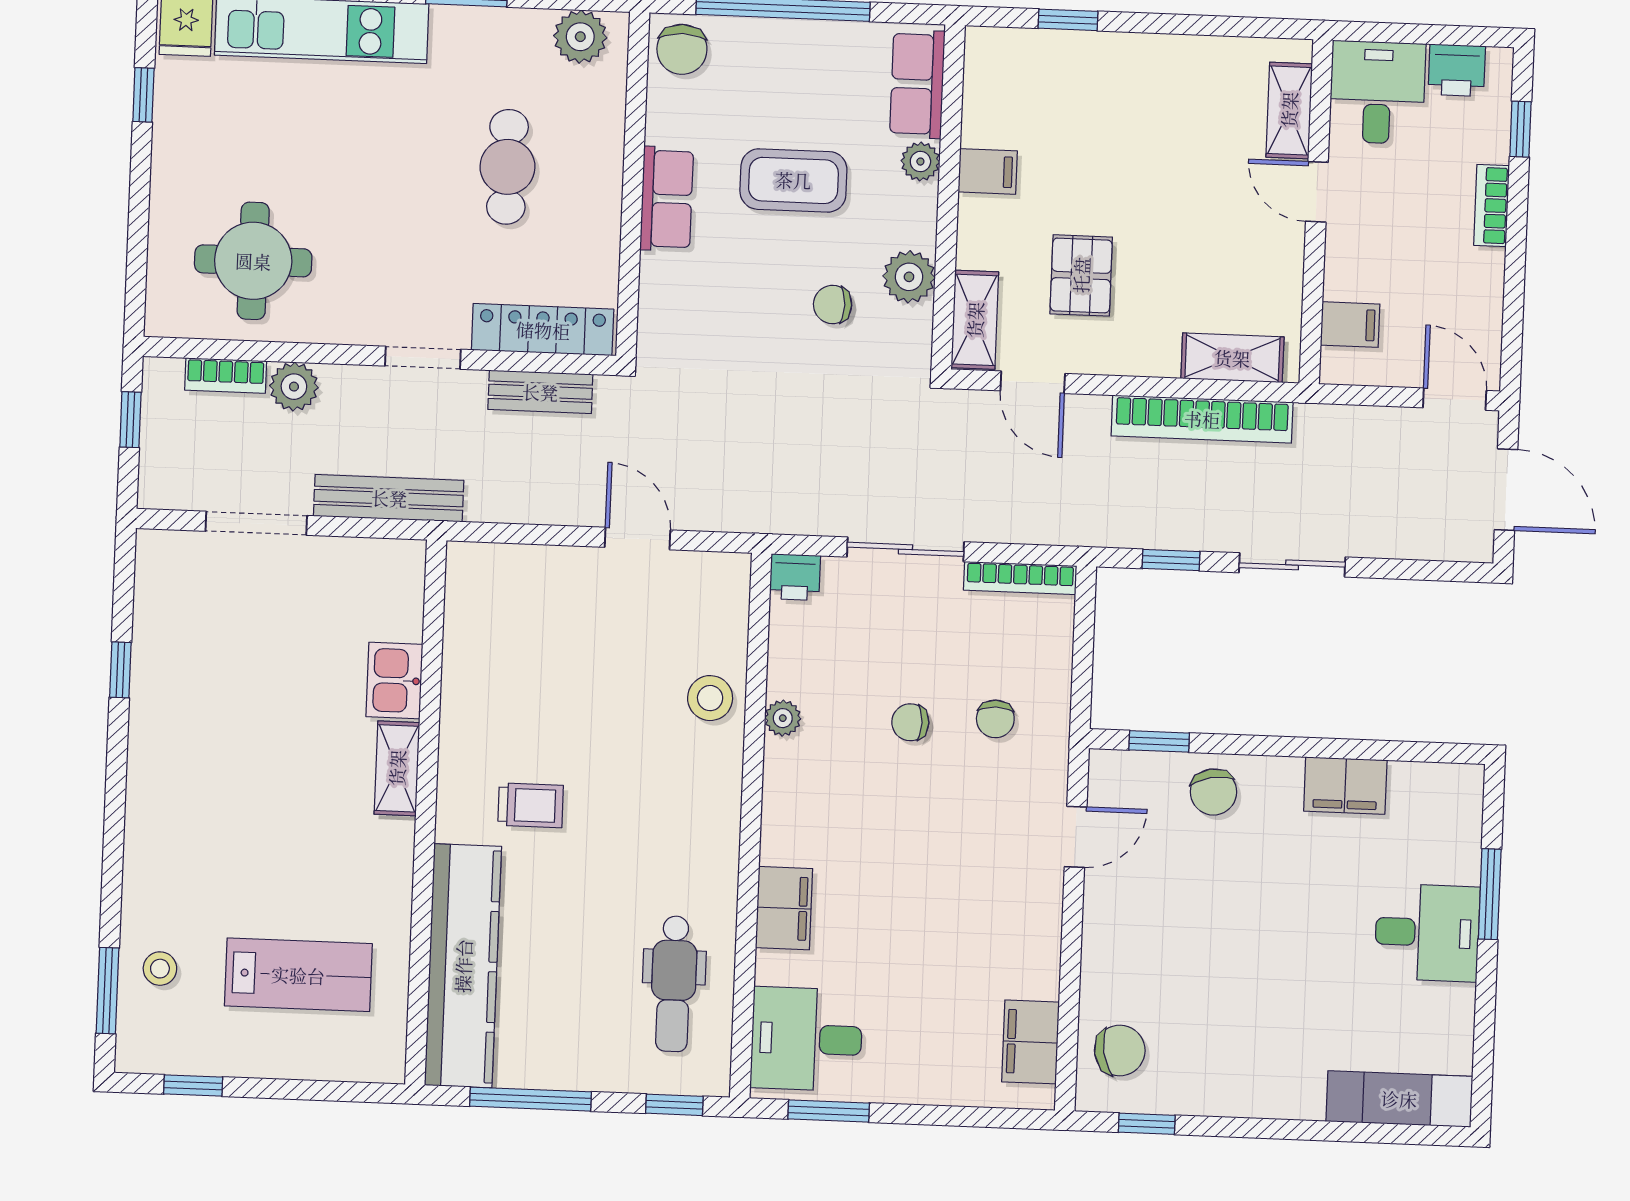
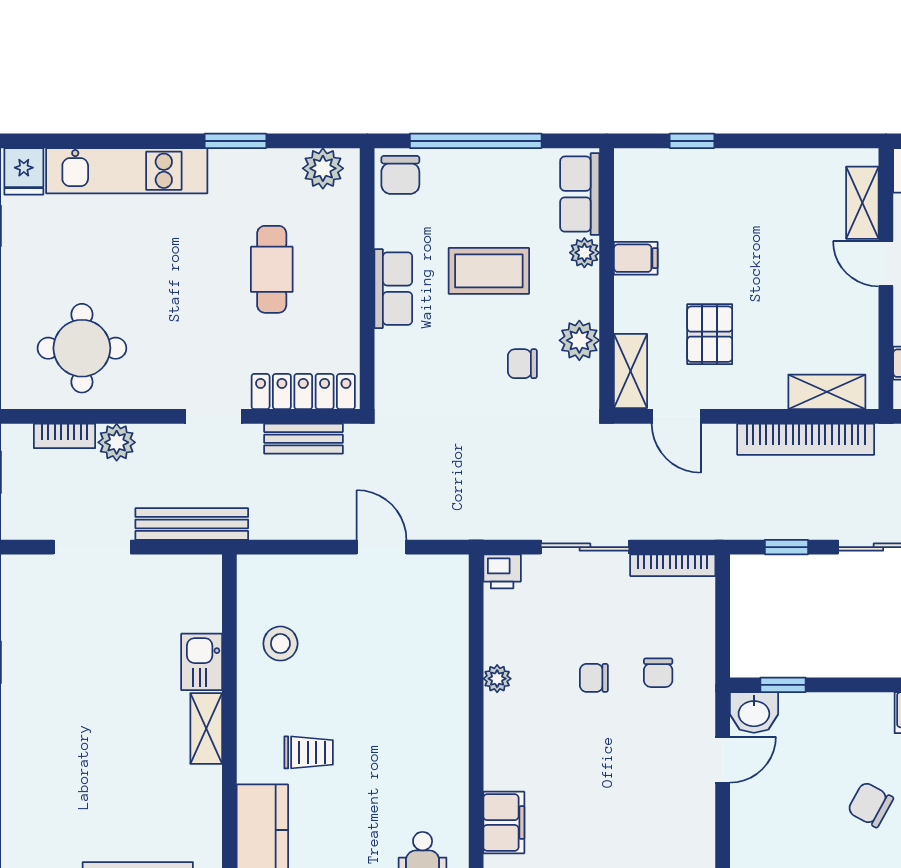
stool: (710, 698) -> (280, 644), moved
washbasin: (1119, 776) -> (754, 712), added
chair: (1213, 792) -> (870, 805), moved, turned 130

